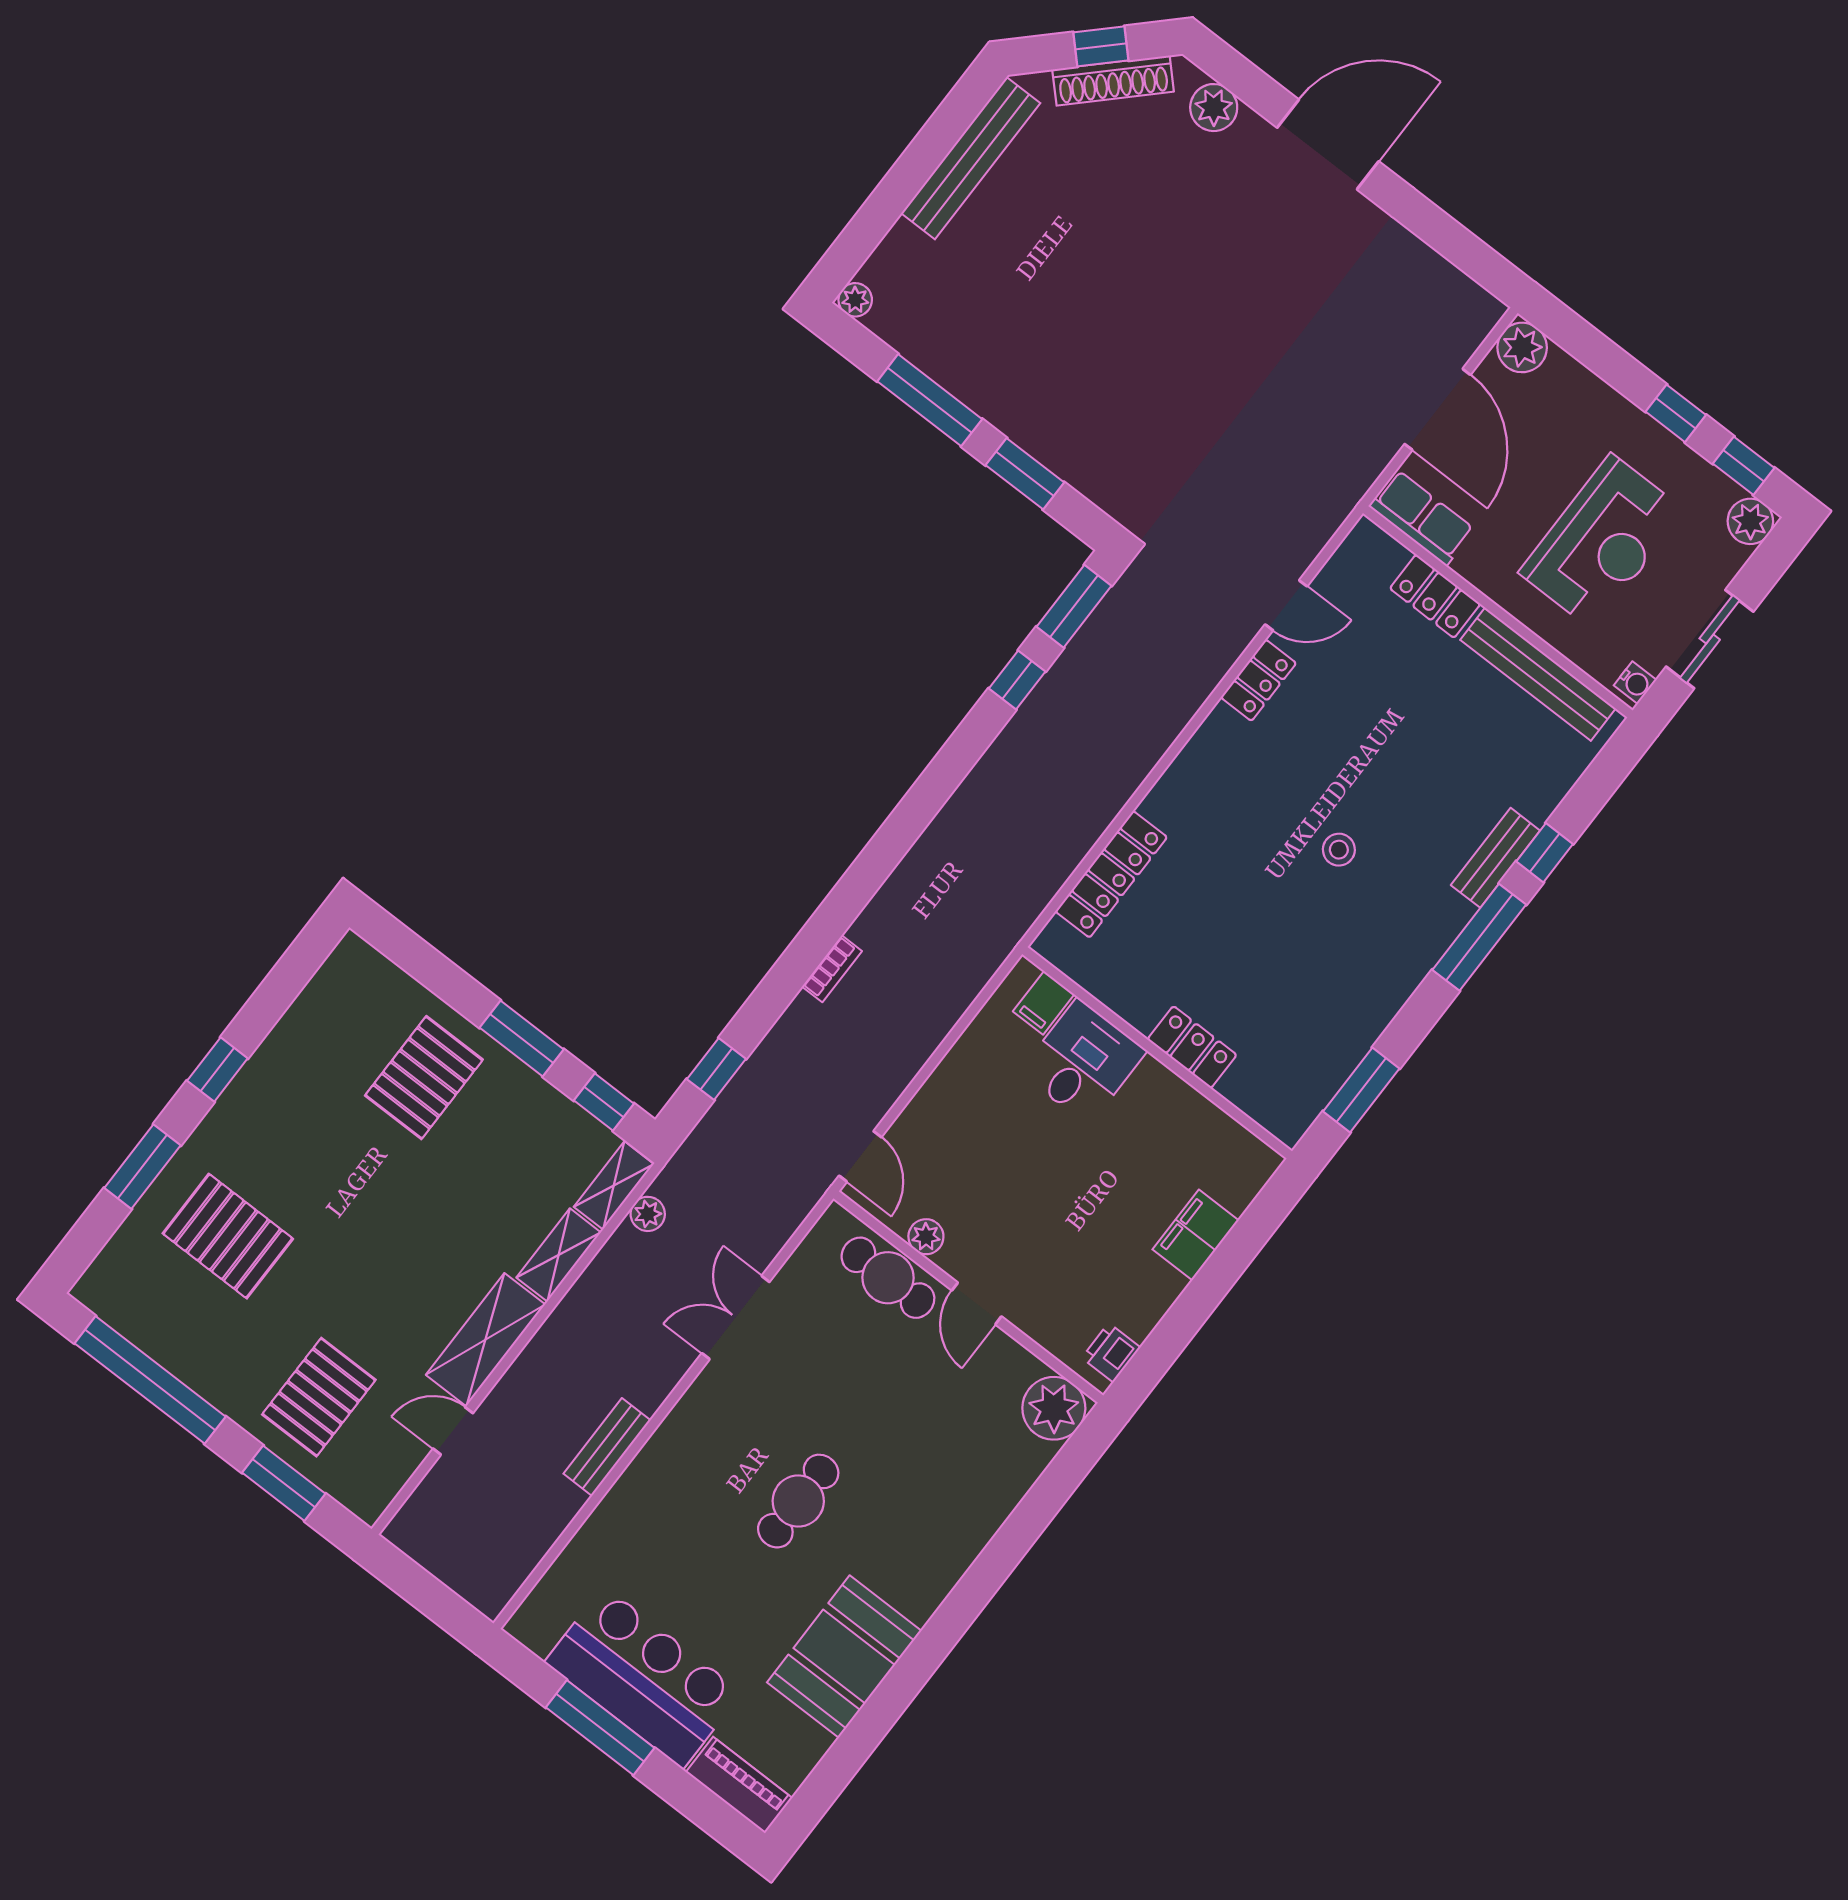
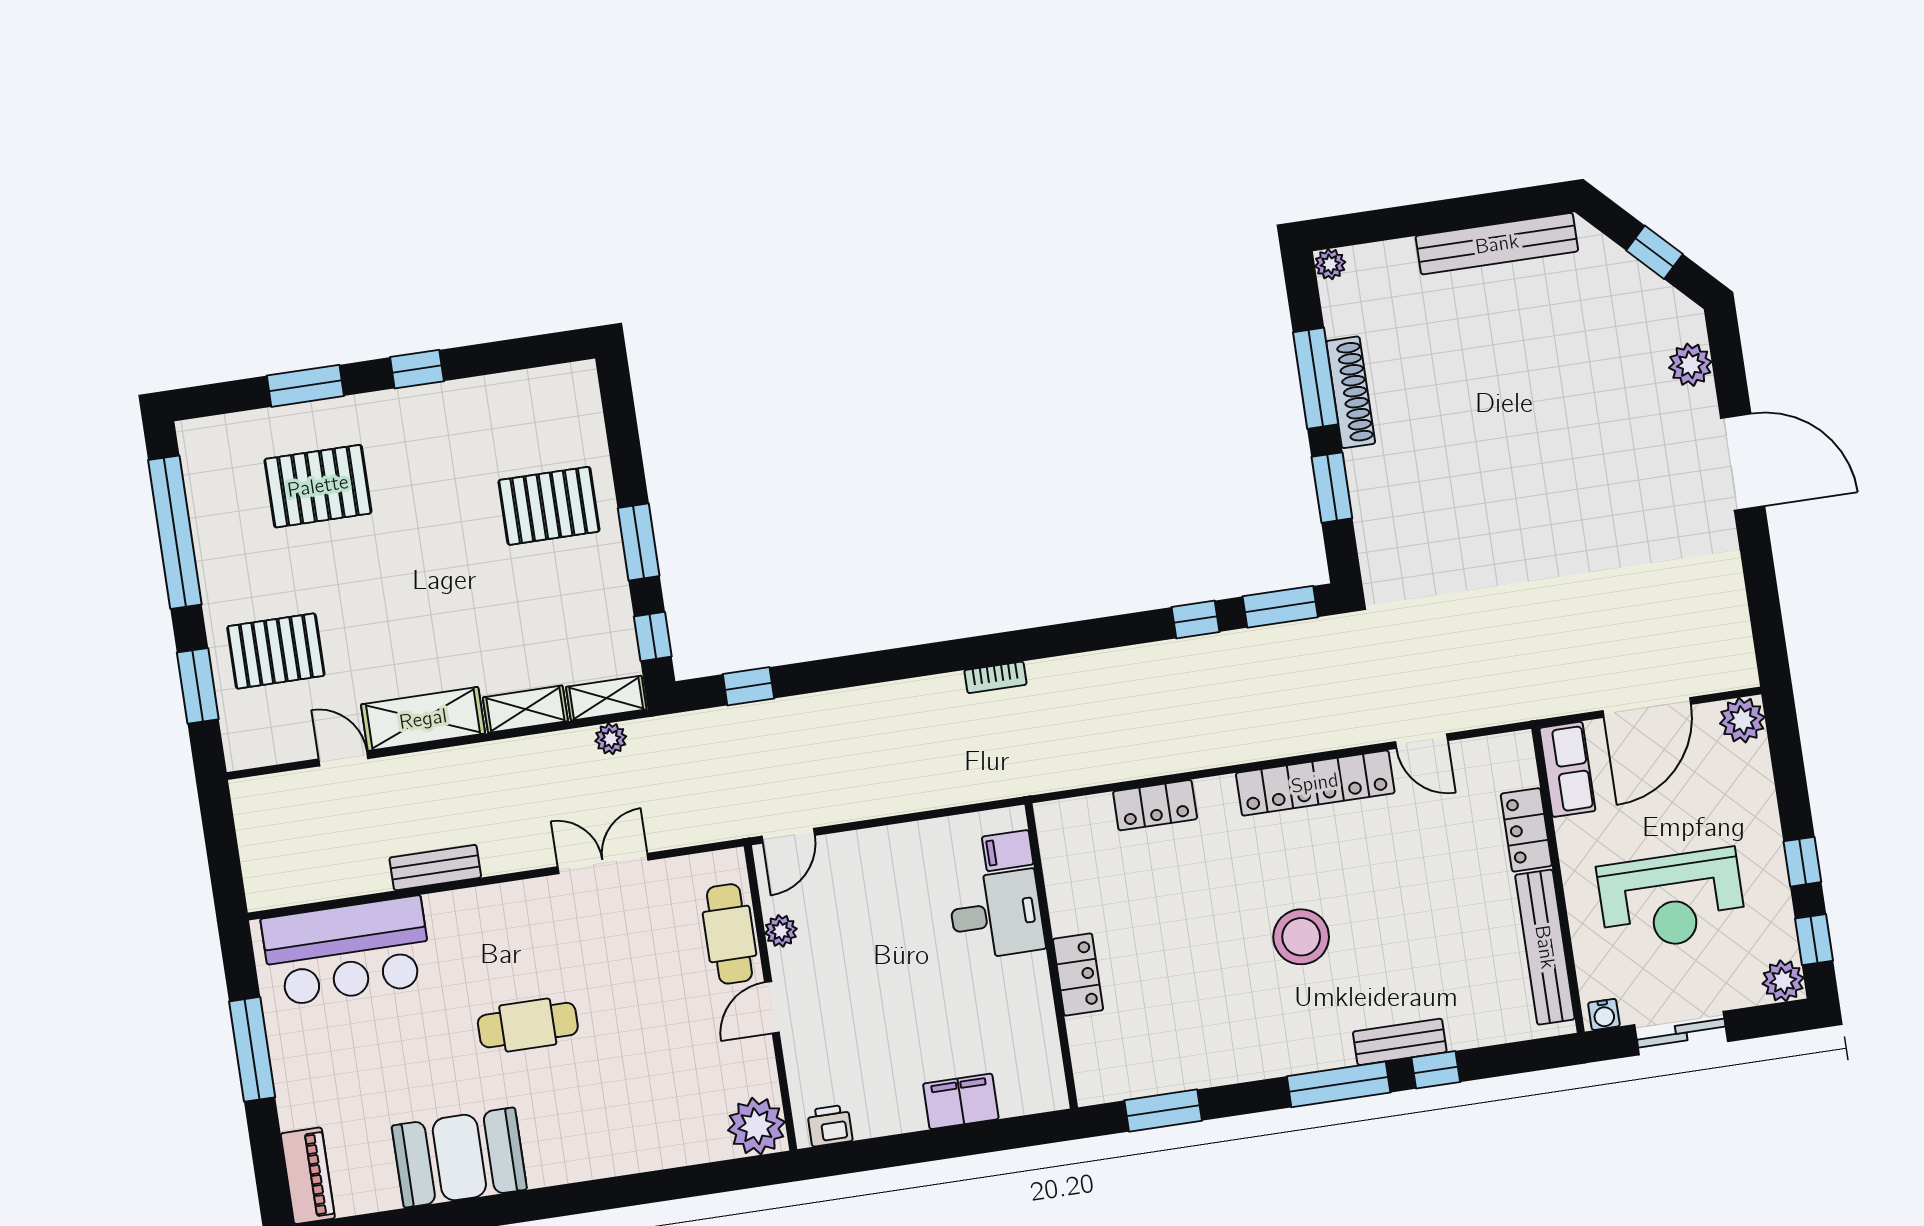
shoe rack: (1113, 81) -> (1351, 392), moved, turned -135
locker: (1258, 680) -> (1315, 783), width x2.16, depth x1.21
stool: (1339, 850) -> (1301, 937), width x1.89, depth x1.89
locker: (1111, 874) -> (1155, 805), width x0.66
bookcase: (832, 969) -> (995, 677), moved
pallet: (228, 1236) -> (318, 486), turned 90
bar counter: (643, 1677) -> (347, 951), moved, turned 90

